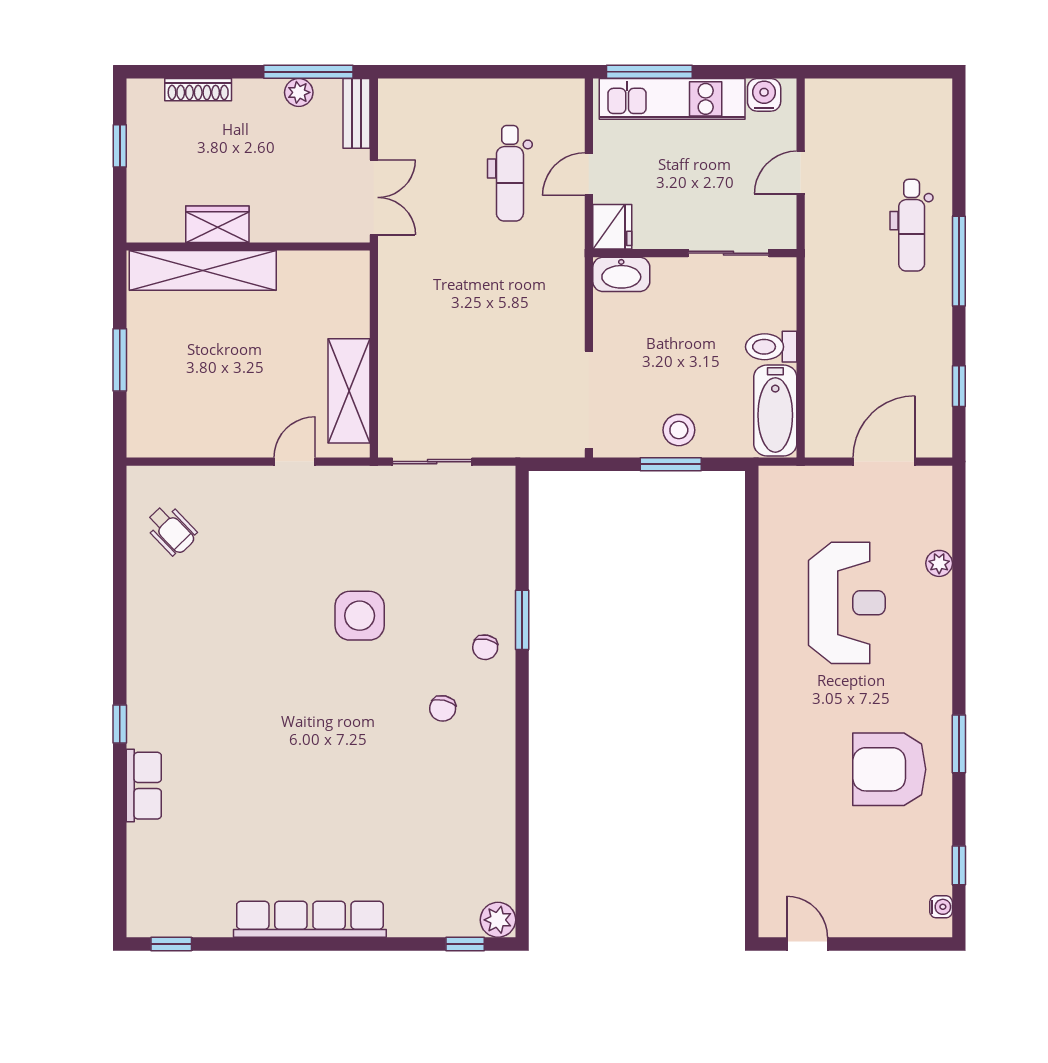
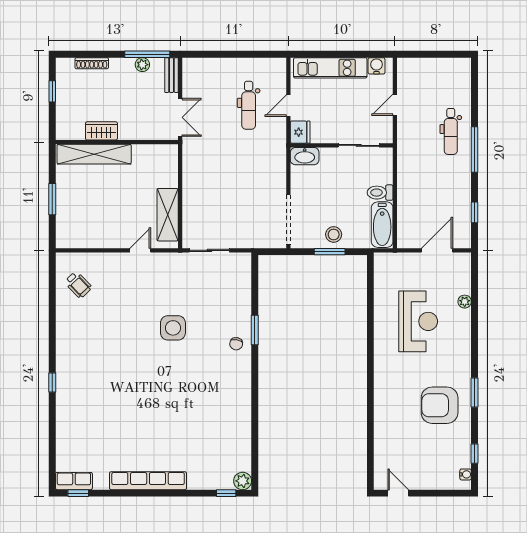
window: (649, 72) -> (319, 54), removed
chair: (443, 708) -> (215, 375), removed
row of seats: (144, 786) -> (74, 481), moved, turned -90

